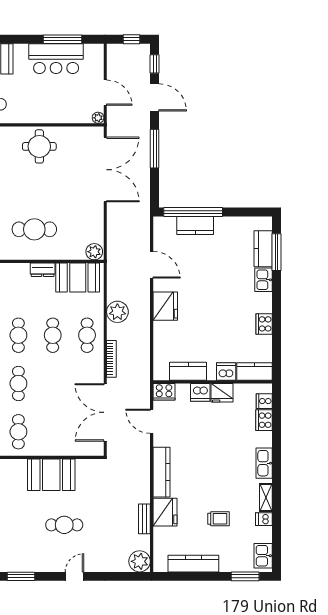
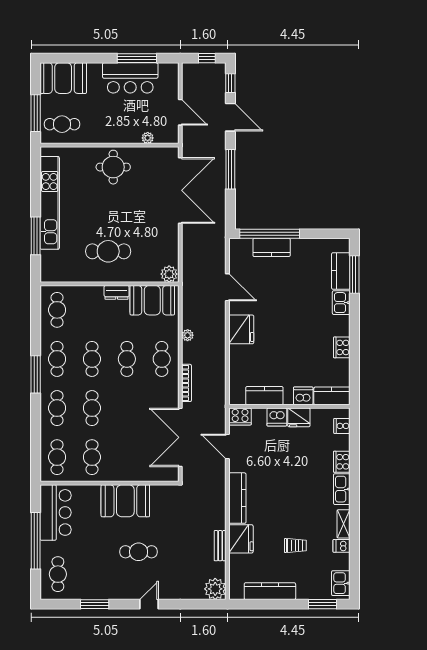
plant: (98, 118) -> (148, 138), moved
plant: (117, 312) -> (188, 335), width x0.53, depth x0.53
cooker: (264, 420) -> (342, 462), moved

